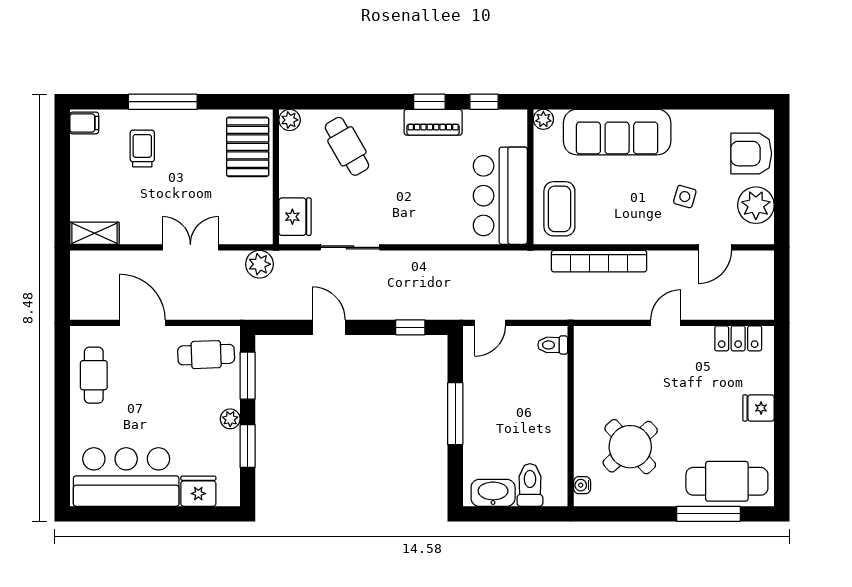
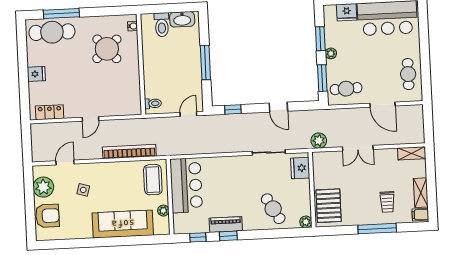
plant: (543, 119) -> (163, 211), moved
shelving: (82, 162) -> (421, 193), added

